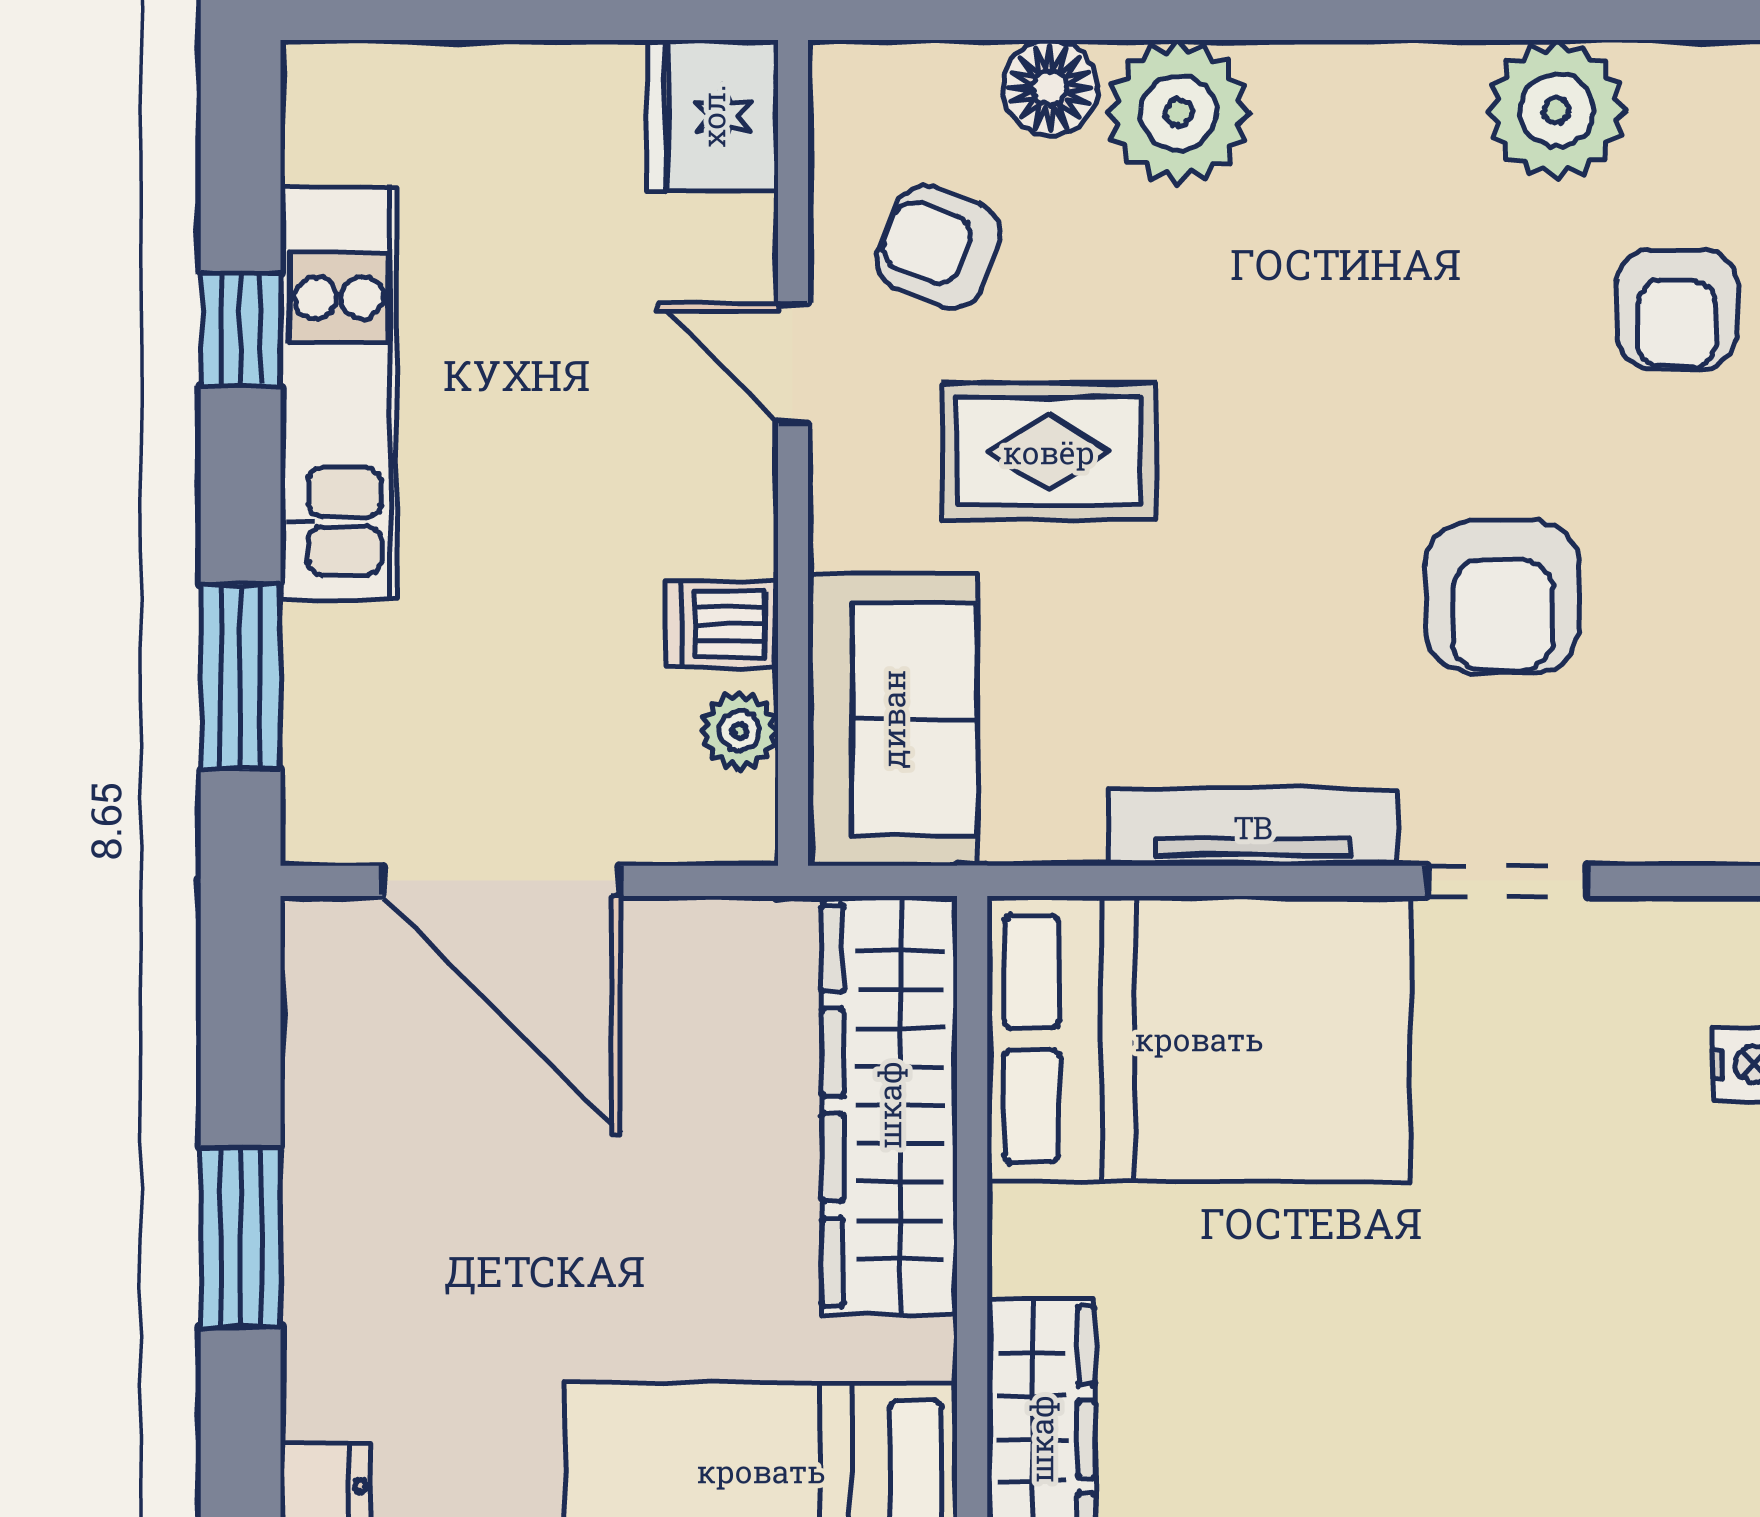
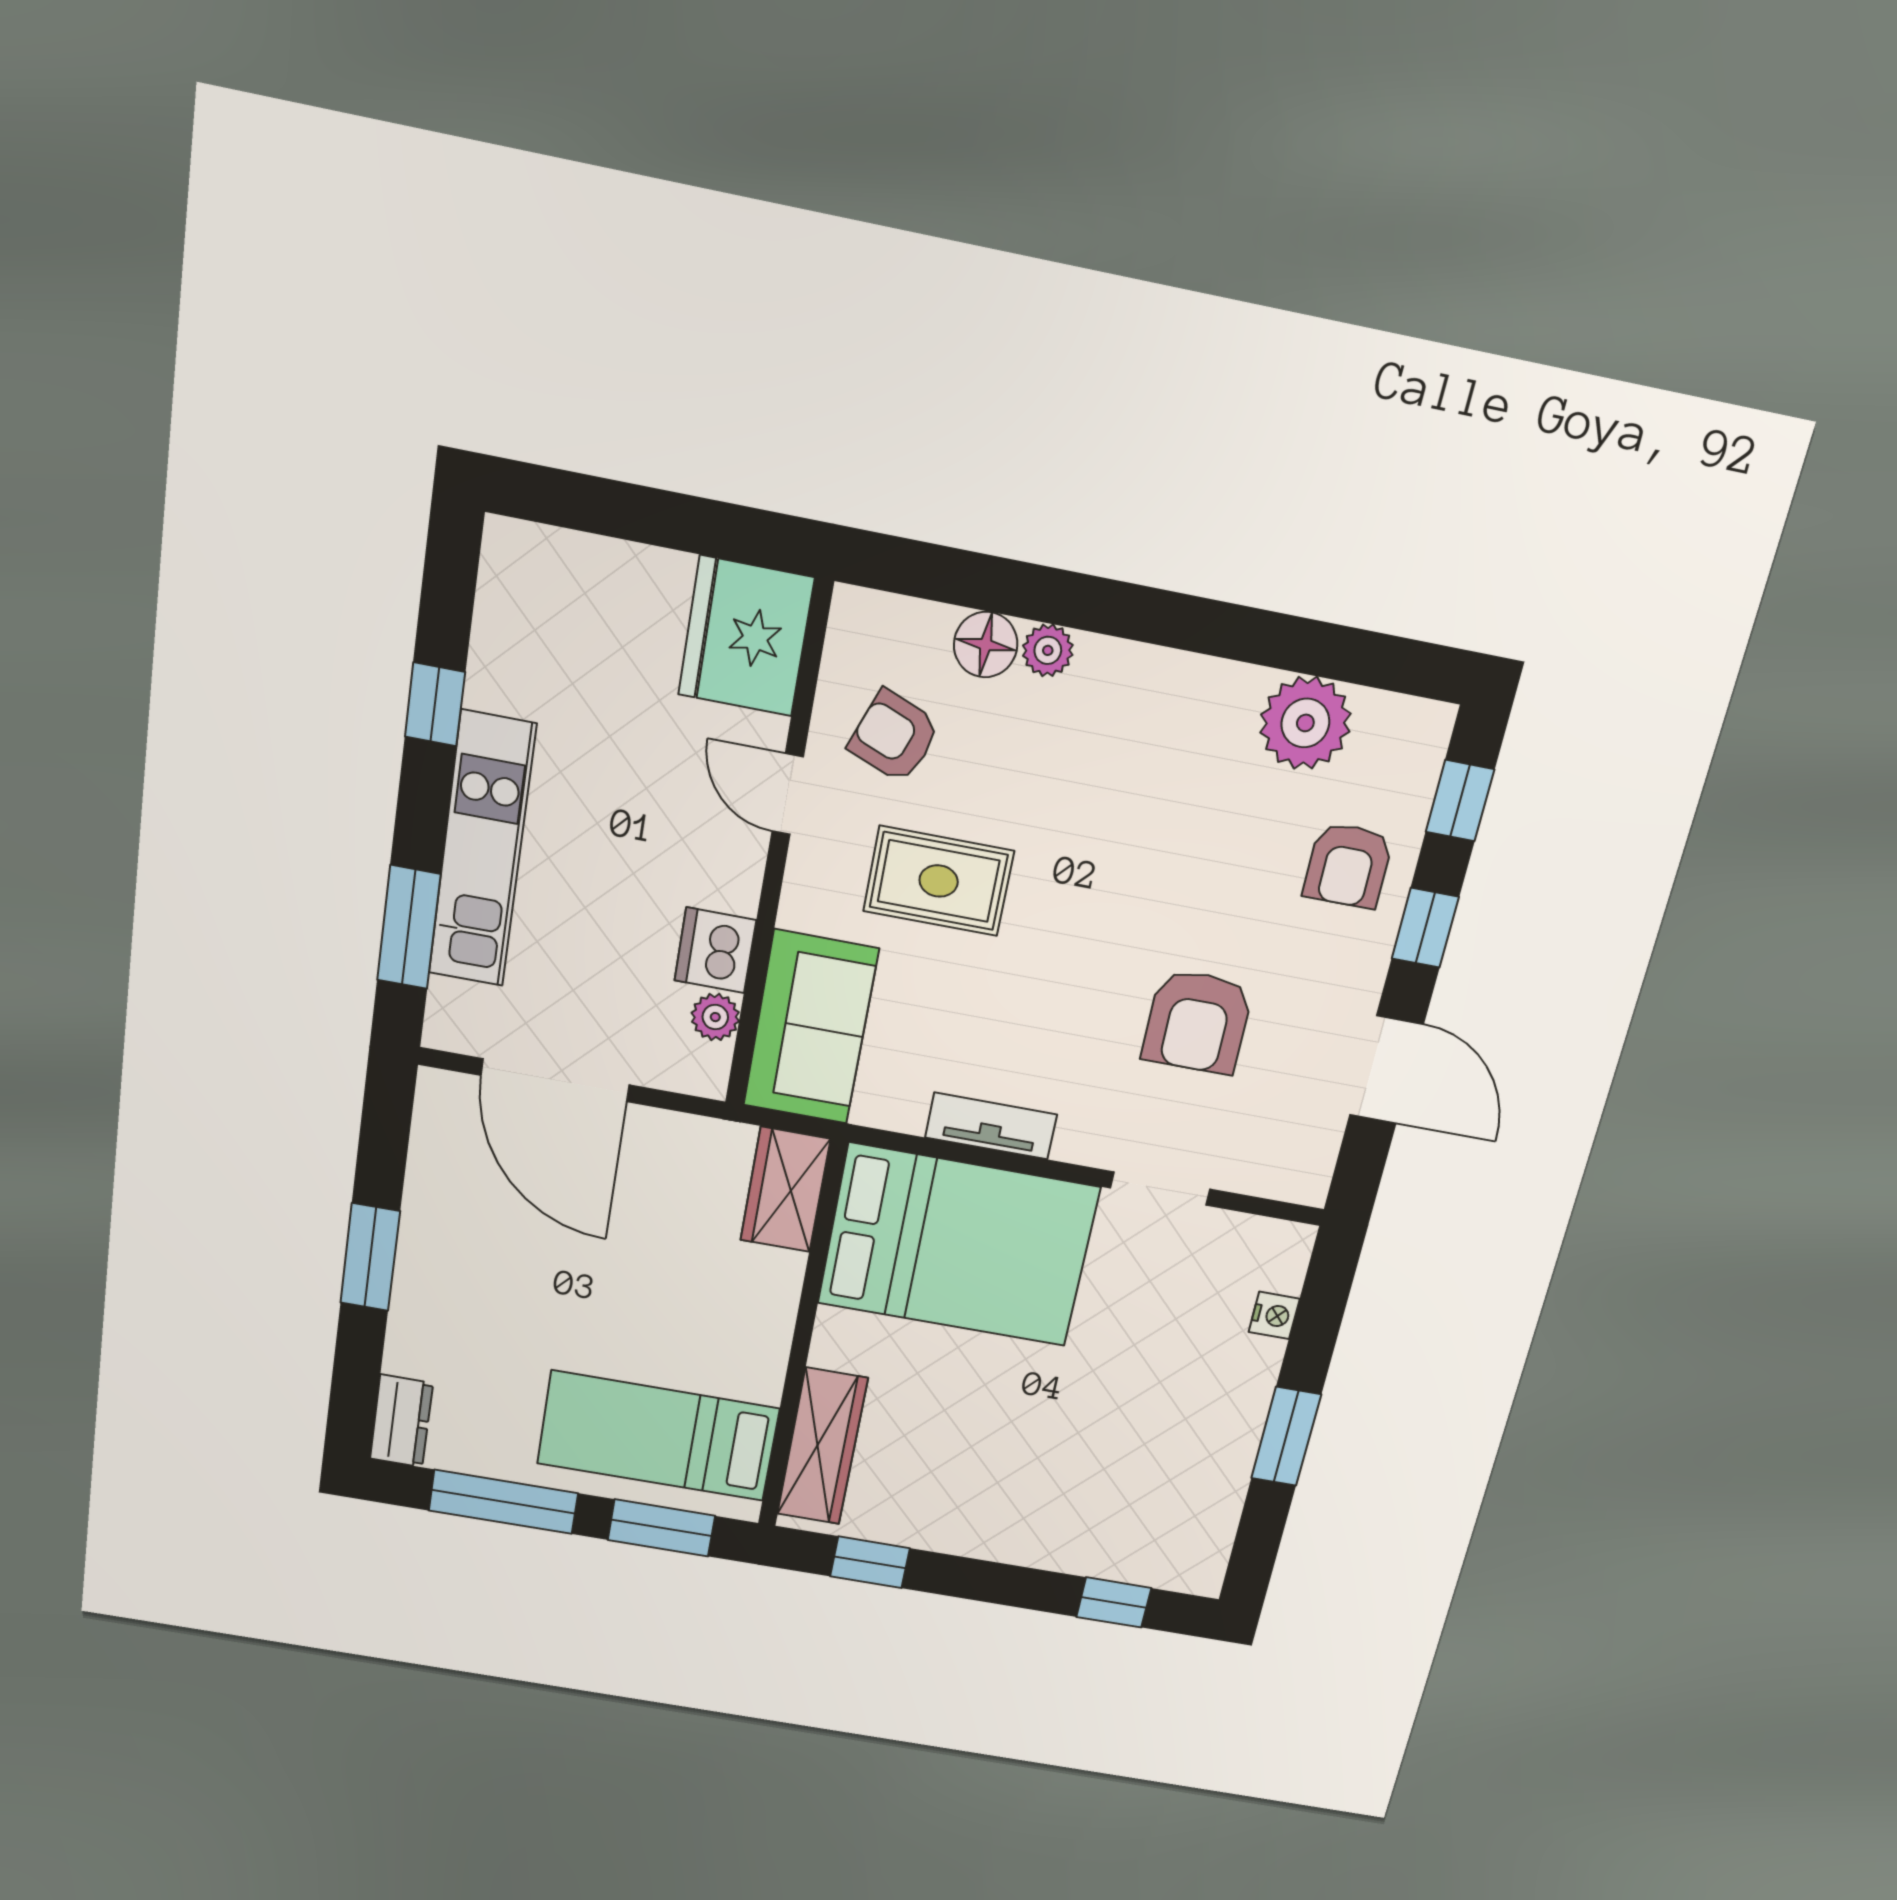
plant: (1178, 113) -> (1048, 650), width x0.53, depth x0.53
fridge: (713, 116) -> (746, 636), width x1.36, depth x1.34
kitchen unit: (339, 393) -> (482, 850), moved
dishwasher: (722, 624) -> (715, 950), width x1.38
tv unit: (1253, 827) -> (991, 1126), width x0.71
wardrobe: (889, 1105) -> (785, 1190), width x0.48, depth x0.85

